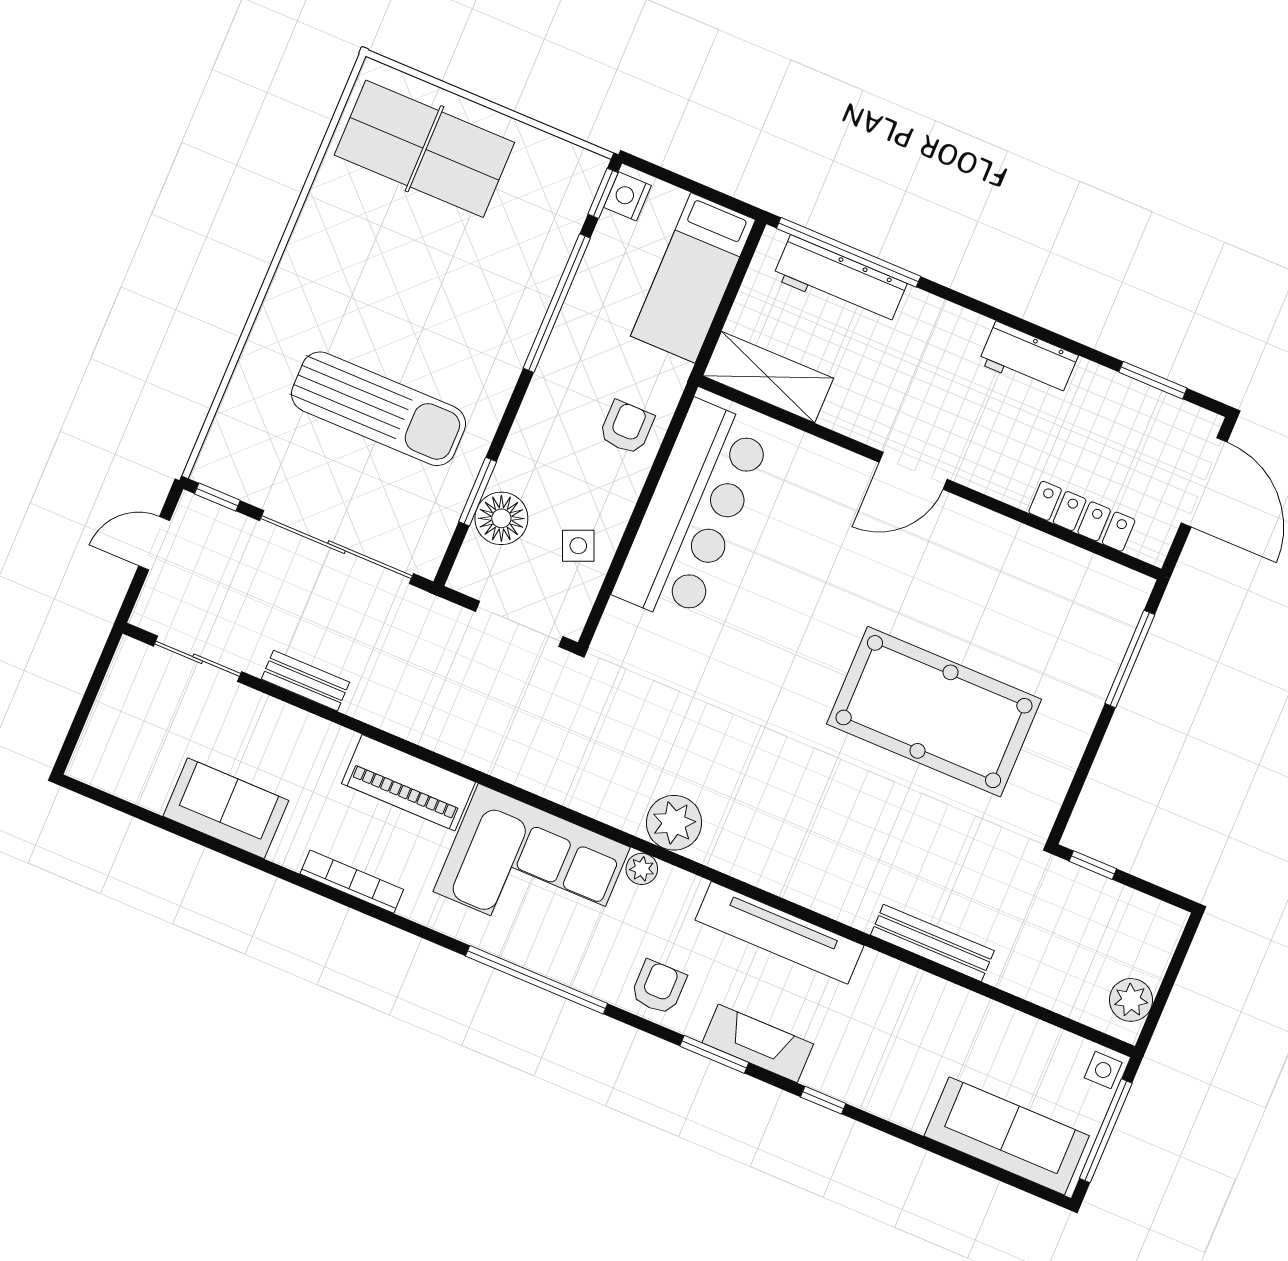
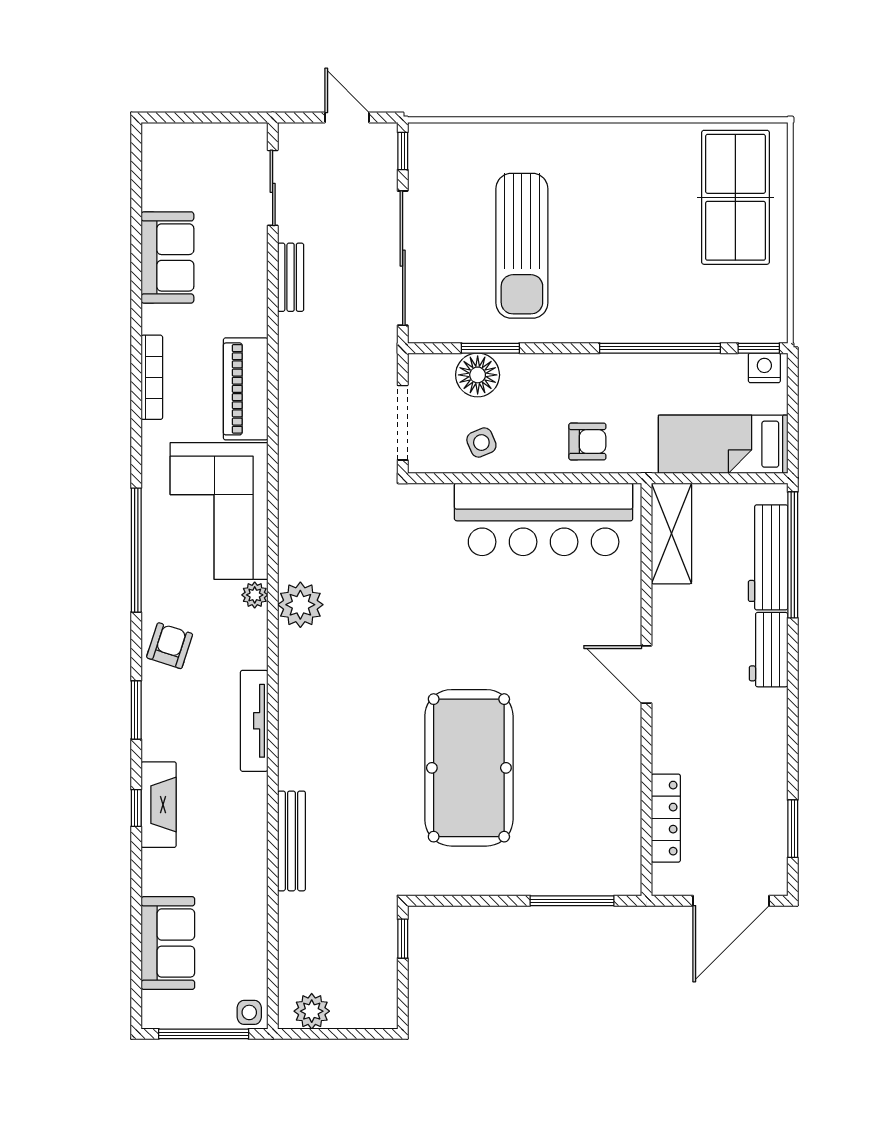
workbench: (1028, 359) -> (769, 650), moved
tv unit: (780, 933) -> (254, 721), width x0.73, depth x0.78
armchair: (658, 987) -> (170, 646), turned -72
fireplace: (758, 1043) -> (159, 805), moved
sofa: (1007, 1136) -> (168, 943), width x0.73

